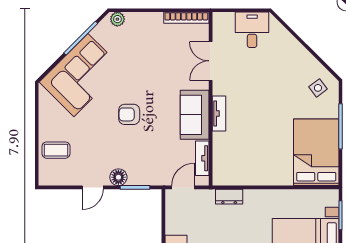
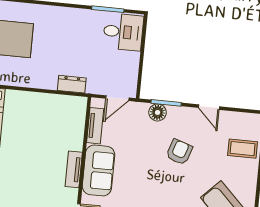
armchair: (129, 114) -> (179, 152), moved, turned -72
floor lamp: (118, 177) -> (158, 112), moved
door: (93, 187) -> (209, 107), swing flipped

